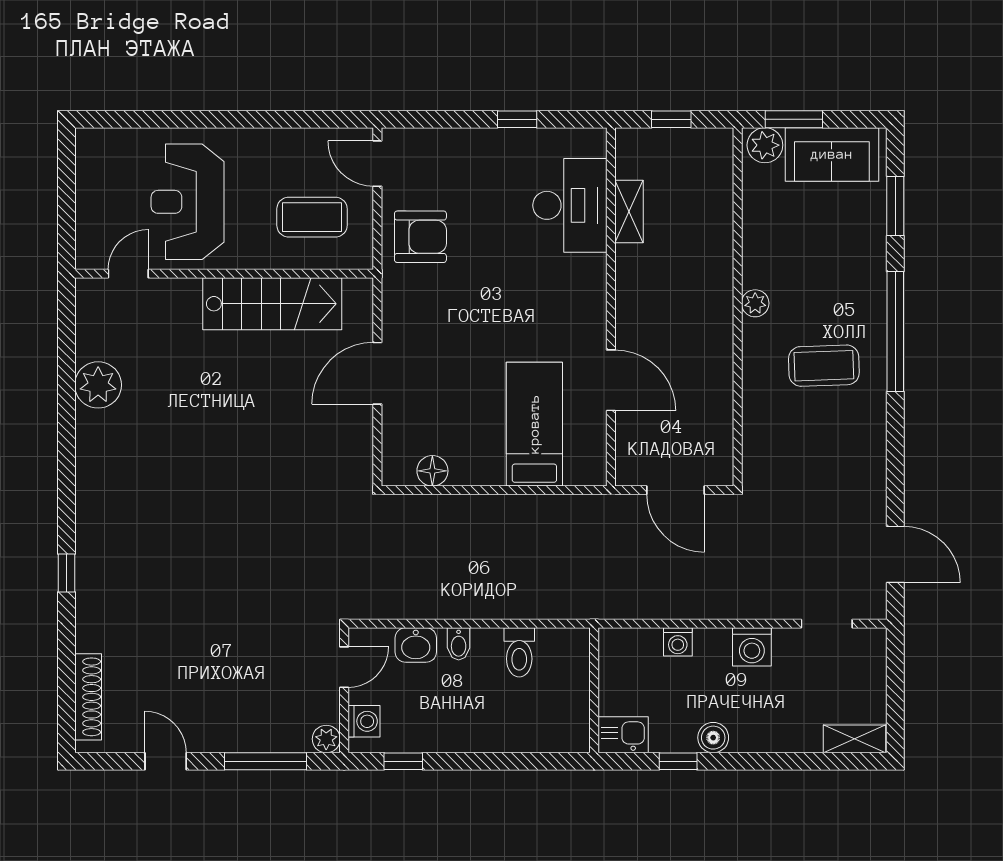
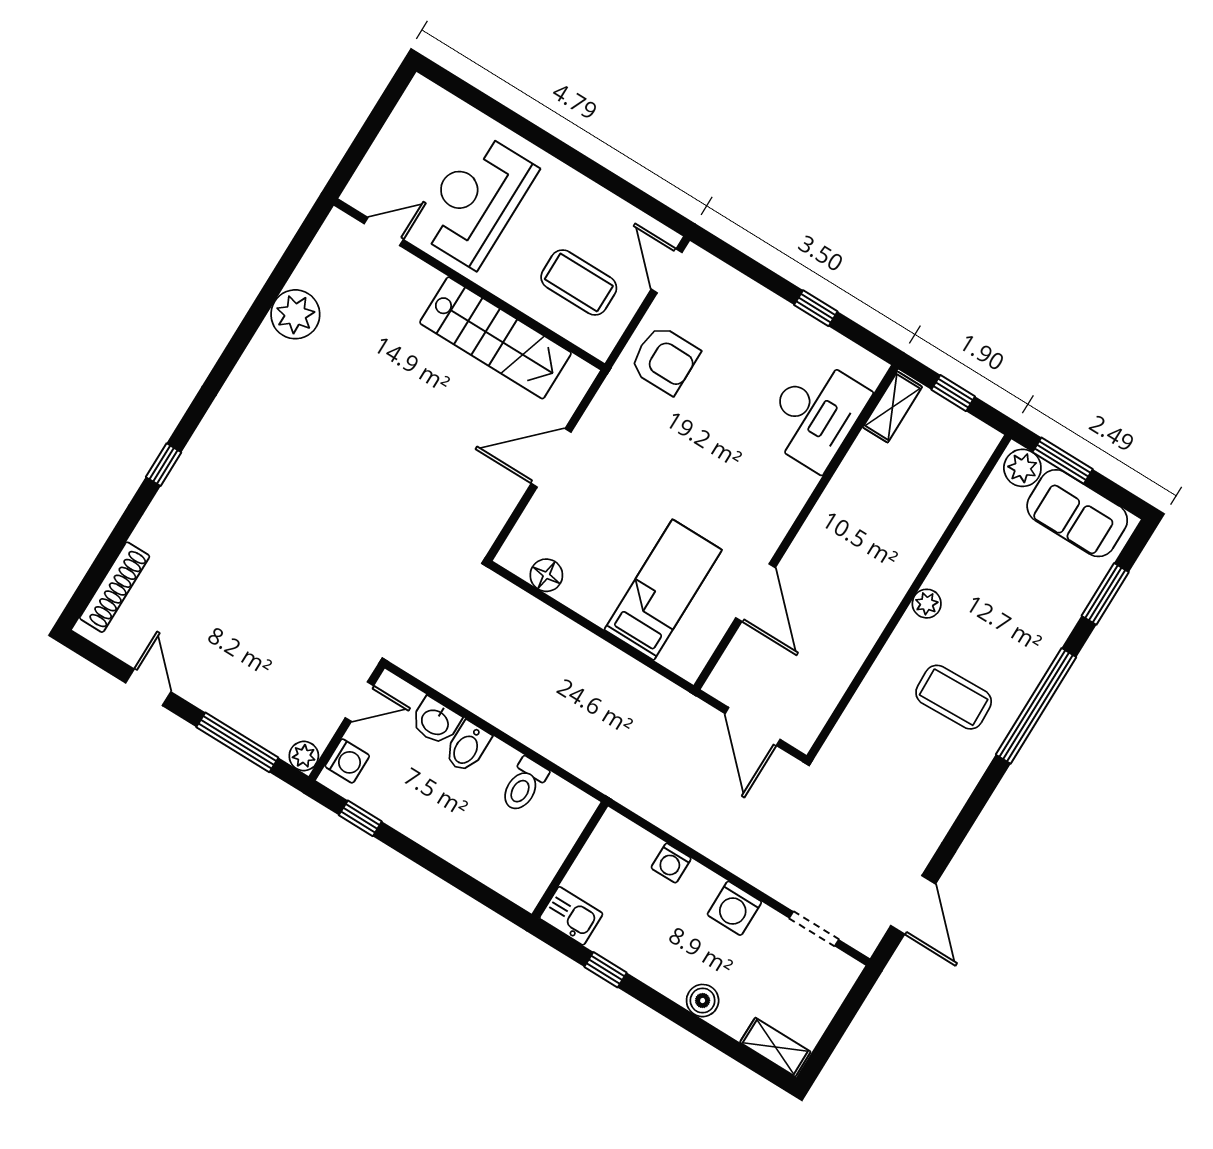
shelving: (629, 211) -> (892, 407), moved
bidet: (459, 644) -> (467, 747), width x1.38, depth x1.36
boiler: (713, 738) -> (703, 1001), moved

